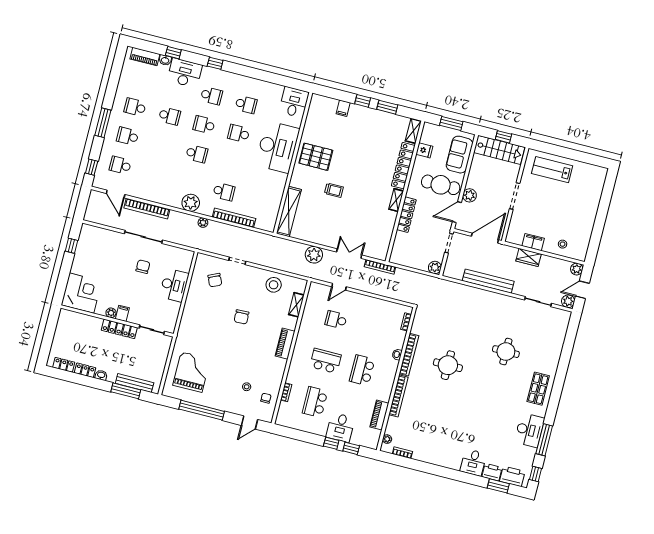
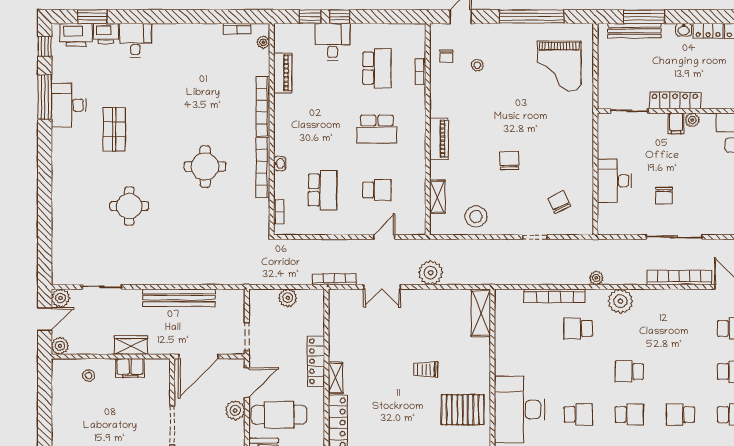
shelving: (289, 211) -> (481, 313), width x0.68
plant: (435, 267) -> (288, 298), moved
school desk: (362, 370) -> (323, 190), moved
shop shelf: (538, 389) -> (114, 129), moved

